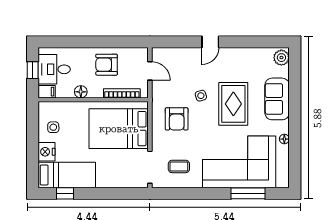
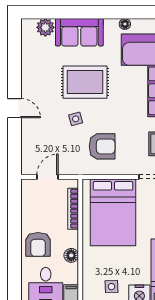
plant: (281, 58) -> (45, 27), moved
armchair: (107, 65) -> (38, 244), moved

